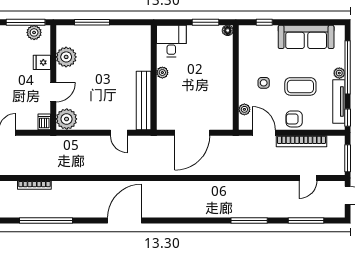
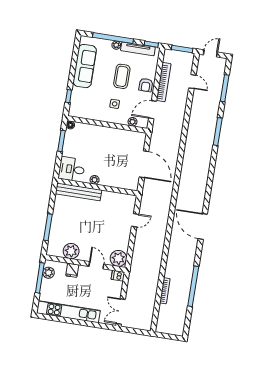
bench: (144, 101) -> (79, 192), moved

